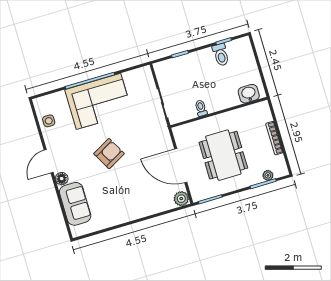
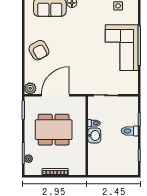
toilet: (221, 55) -> (130, 131), moved
washbasin: (249, 94) -> (94, 135), moved
armchair: (109, 154) -> (39, 50), moved

